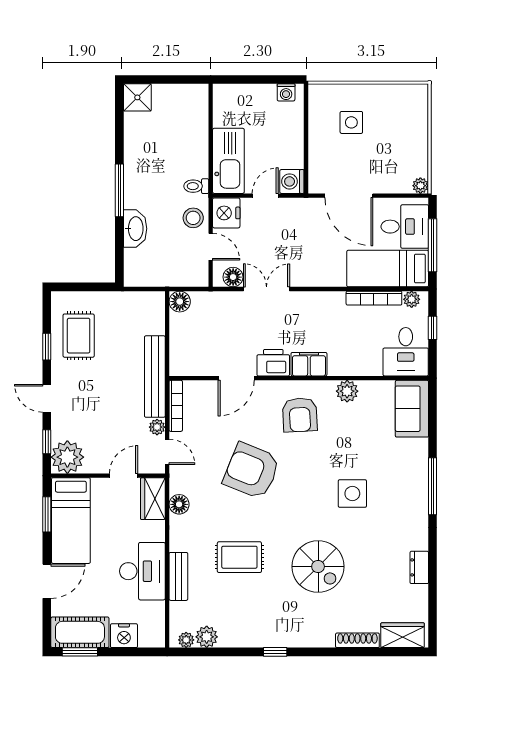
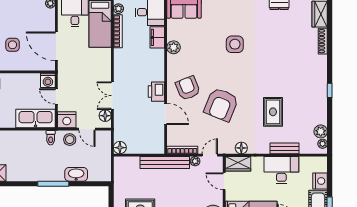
door: (349, 196) -> (56, 46), swing flipped
door: (211, 247) -> (87, 129), swing flipped
filing cabinet: (309, 364) -> (157, 37), moved
armchair: (300, 415) -> (188, 88), moved, turned -109
spiral stairs: (318, 567) -> (279, 65), removed

